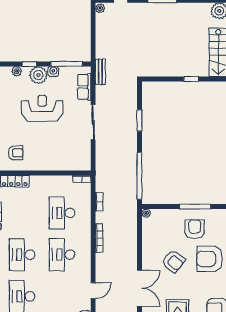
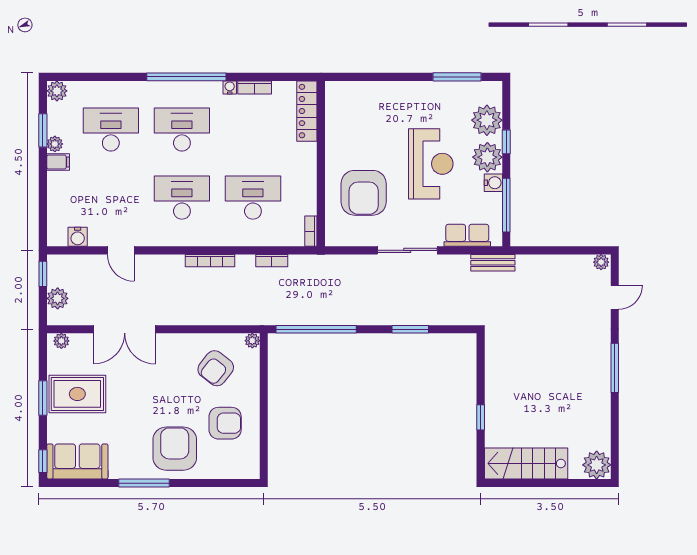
plant: (17, 71) -> (487, 120), width x1.88, depth x1.88
armchair: (16, 153) -> (364, 193), moved, width x1.88, depth x1.88
window: (195, 207) -> (264, 423), removed
armchair: (173, 261) -> (216, 368), moved

